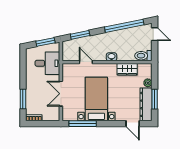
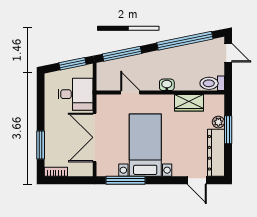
window: (80, 35) -> (122, 54), width x1.44
double door: (61, 94) -> (95, 137), width x1.37
window: (155, 99) -> (228, 130), moved

